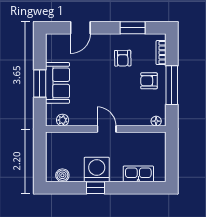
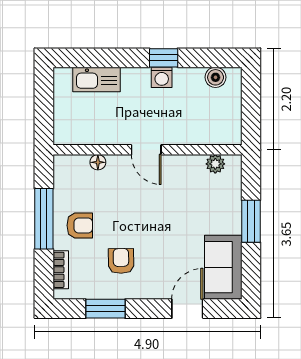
sofa: (58, 83) -> (223, 267), moved
floor lamp: (156, 121) -> (98, 162), moved
washing machine: (97, 169) -> (162, 77), width x0.53, depth x0.53

